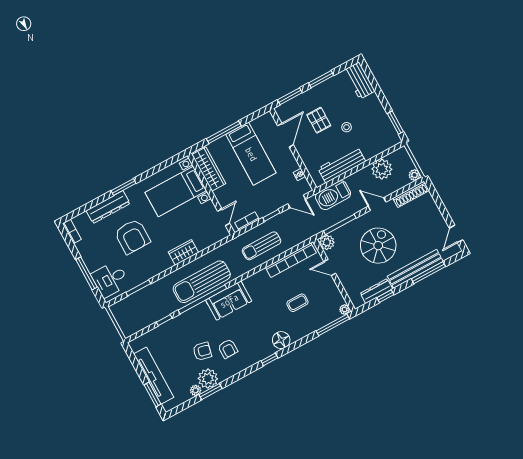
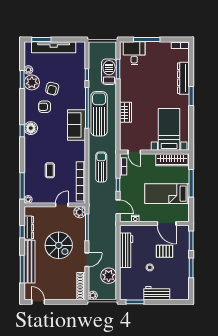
workbench: (359, 81) -> (157, 293), moved
barbecue: (333, 195) -> (109, 72), moved
door: (297, 201) -> (118, 207), swing flipped
armchair: (132, 236) -> (155, 84), removed
floor lamp: (281, 340) -> (31, 128), moved

